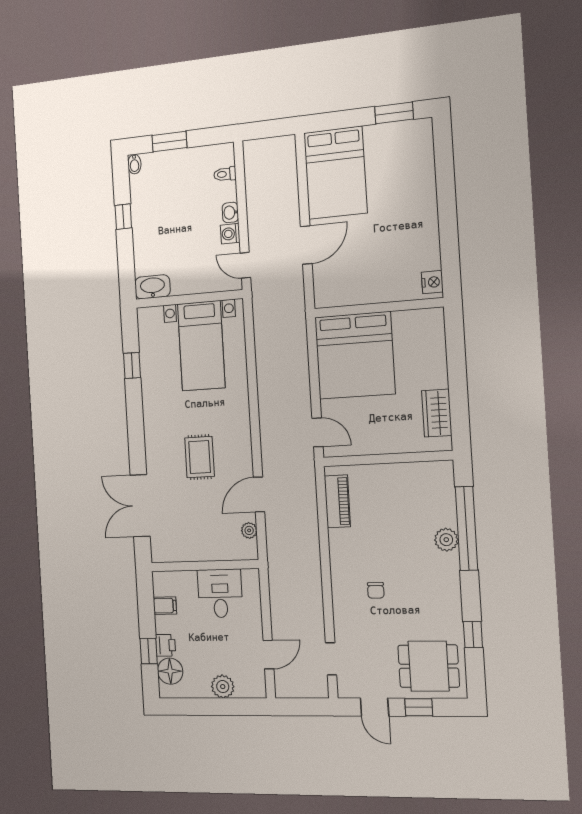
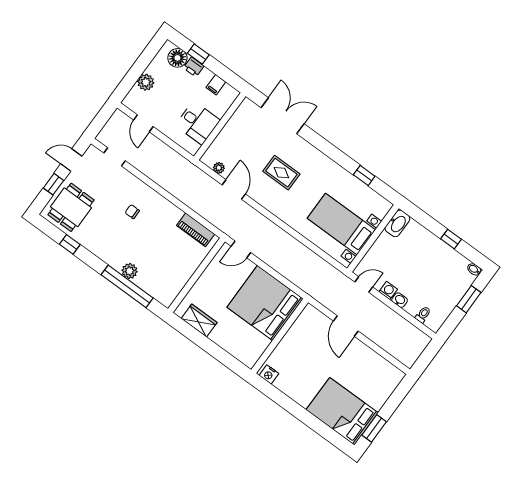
bed: (335, 173) -> (342, 411), moved

